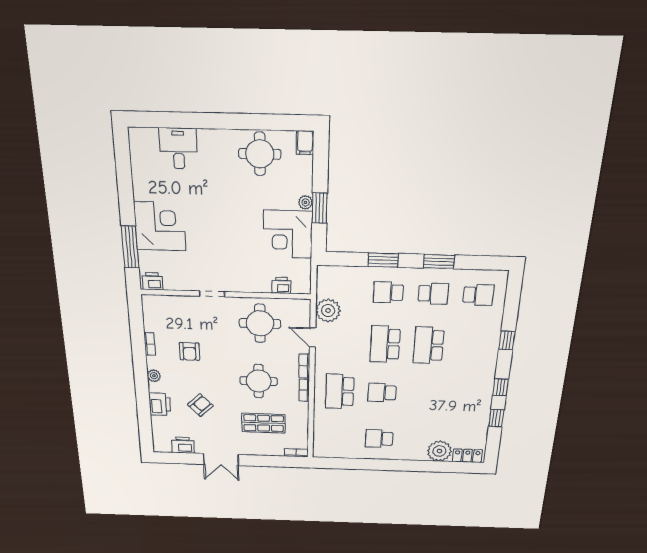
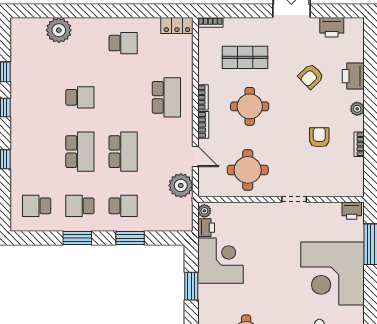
plant: (306, 202) -> (204, 211), moved
corner desk: (160, 226) -> (333, 273), width x1.36, depth x1.36
printer: (281, 285) -> (206, 228), moved, turned -90
school desk: (382, 393) -> (80, 97), moved
locker: (467, 456) -> (177, 26), moved

